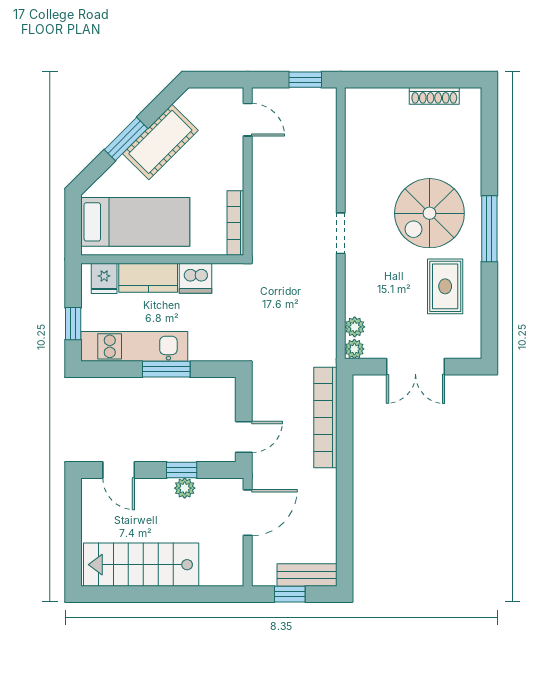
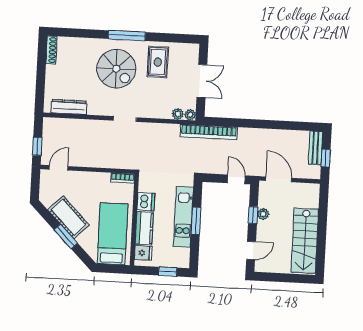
window: (305, 80) -> (37, 146), moved
shoe rack: (434, 96) -> (51, 50), moved
dresser: (357, 132) -> (69, 107), added
bookcase: (235, 223) -> (123, 178), width x0.64
rug: (445, 286) -> (158, 62), turned 90
kitchen unit: (134, 346) -> (183, 217), moved
bookcase: (325, 418) -> (209, 132), moved

